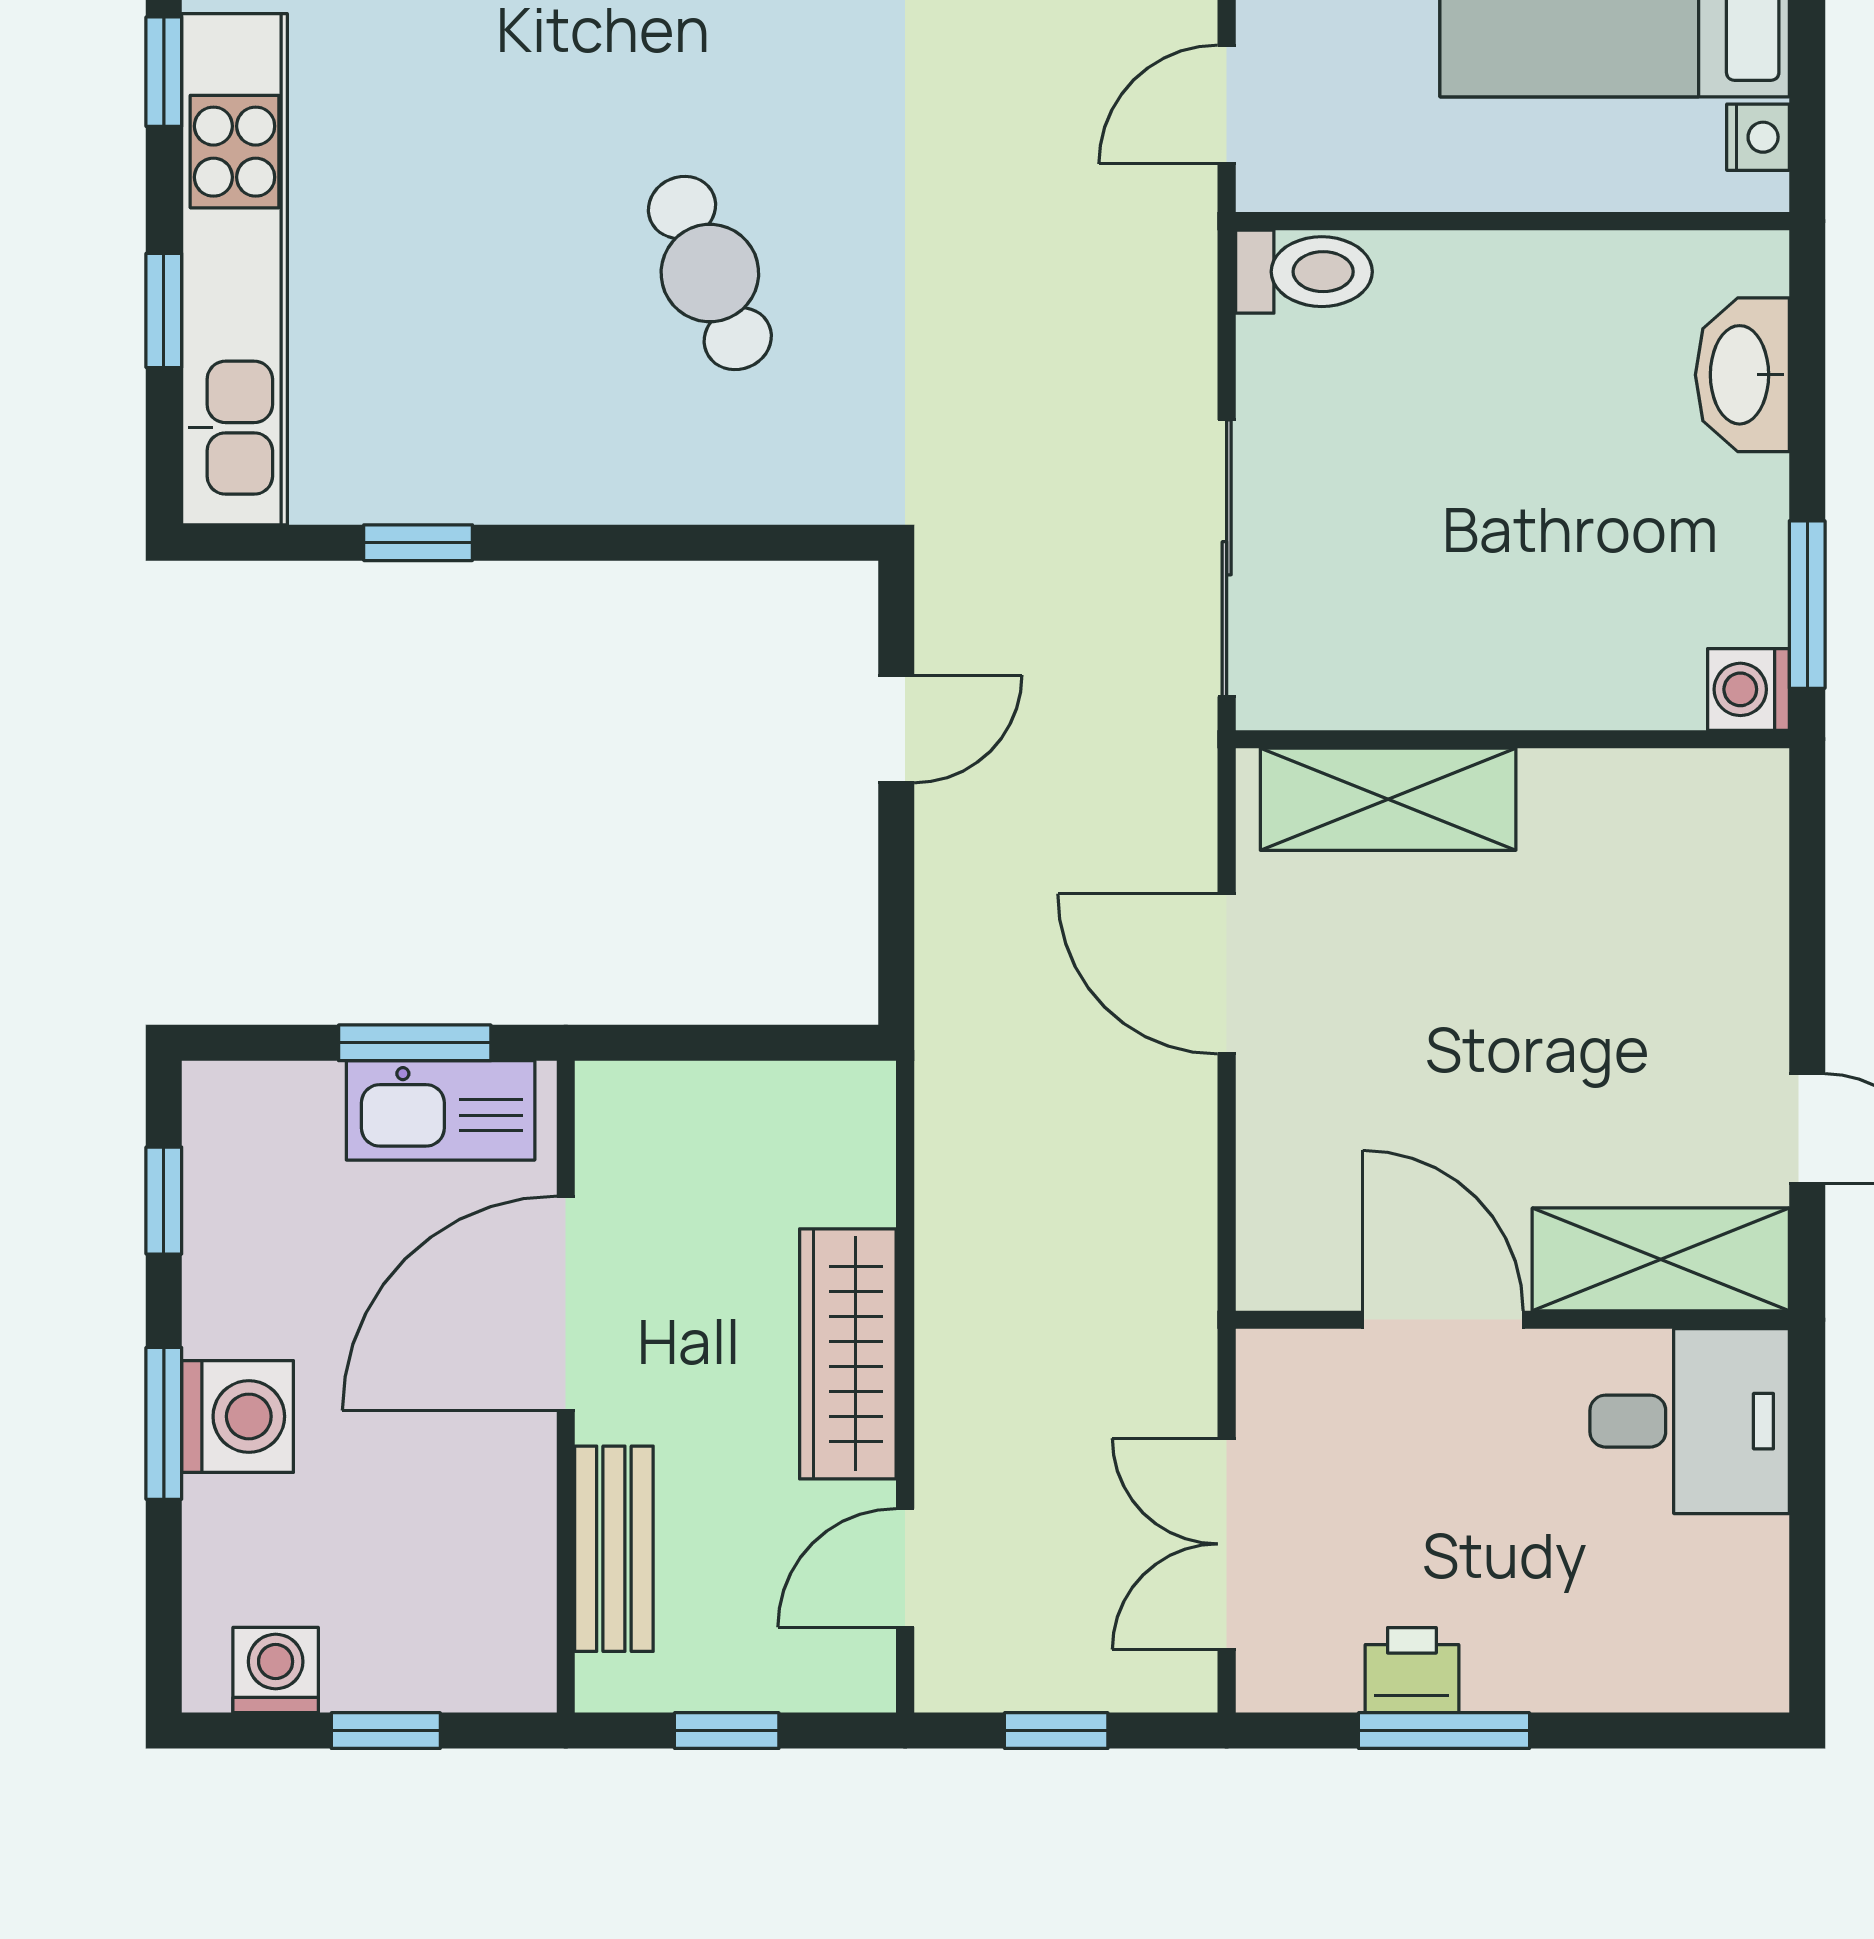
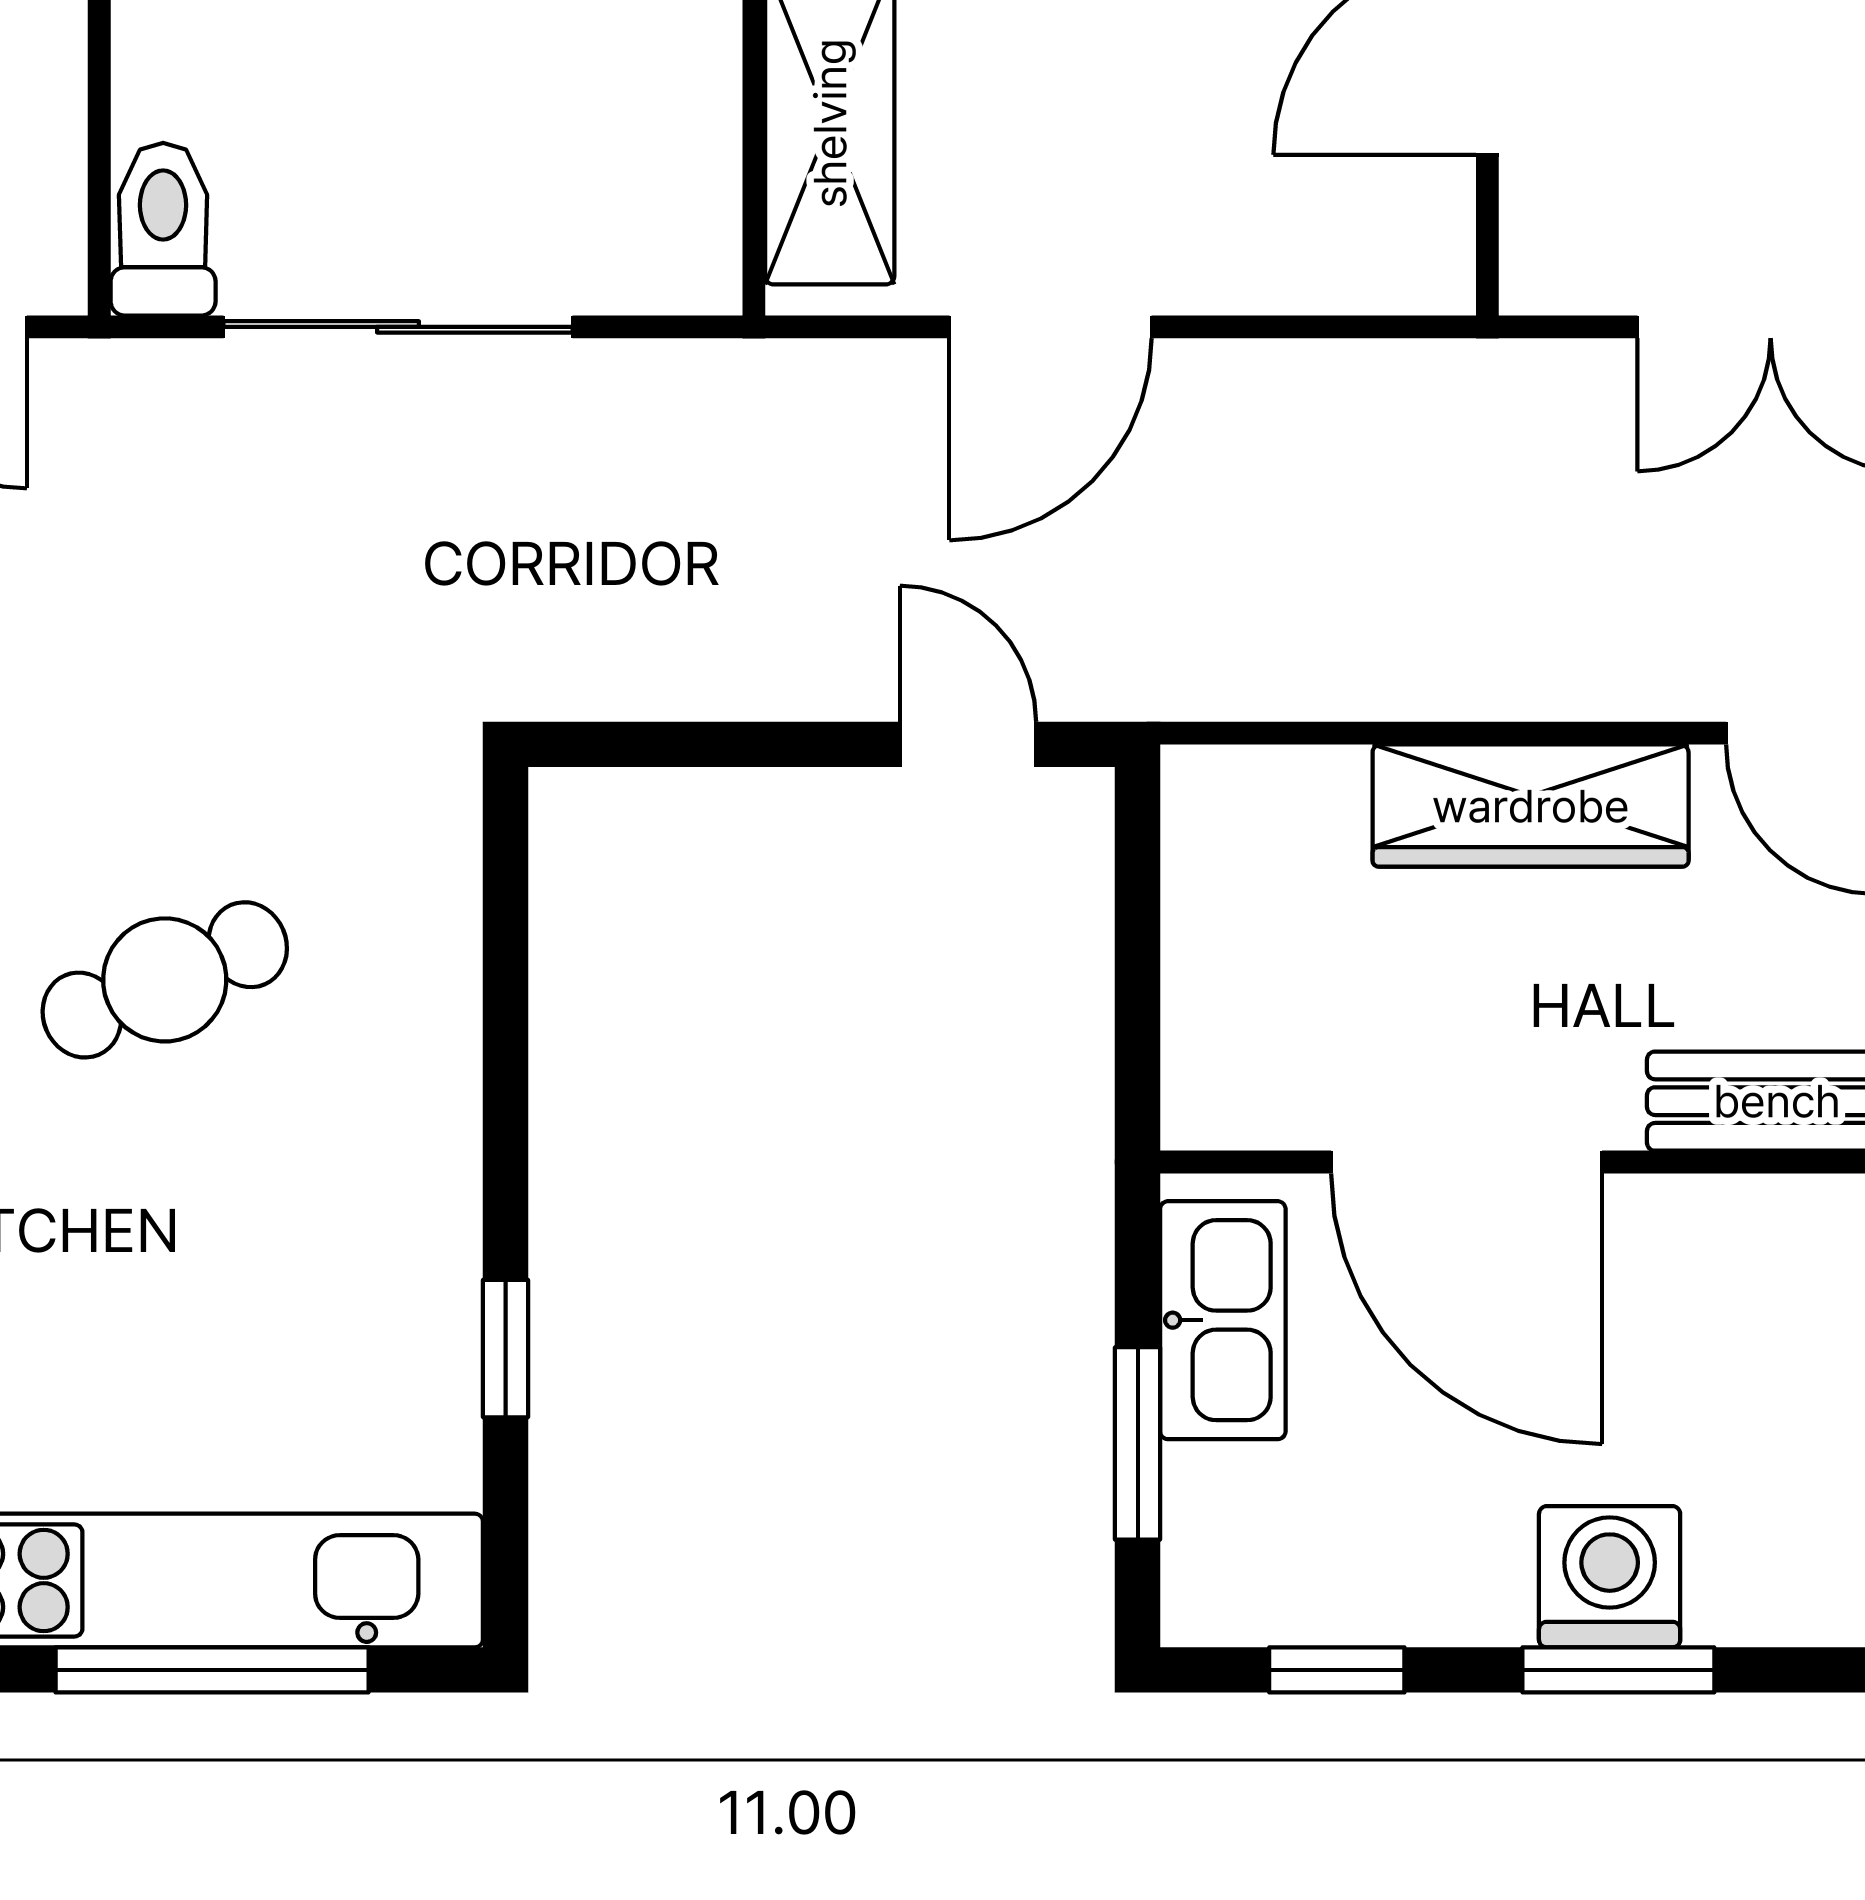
window: (164, 310) -> (212, 1670), width x2.17
sliding door: (1227, 558) -> (398, 327), moved
door: (896, 729) -> (968, 744), moved
window: (415, 1043) -> (1138, 1443), moved

